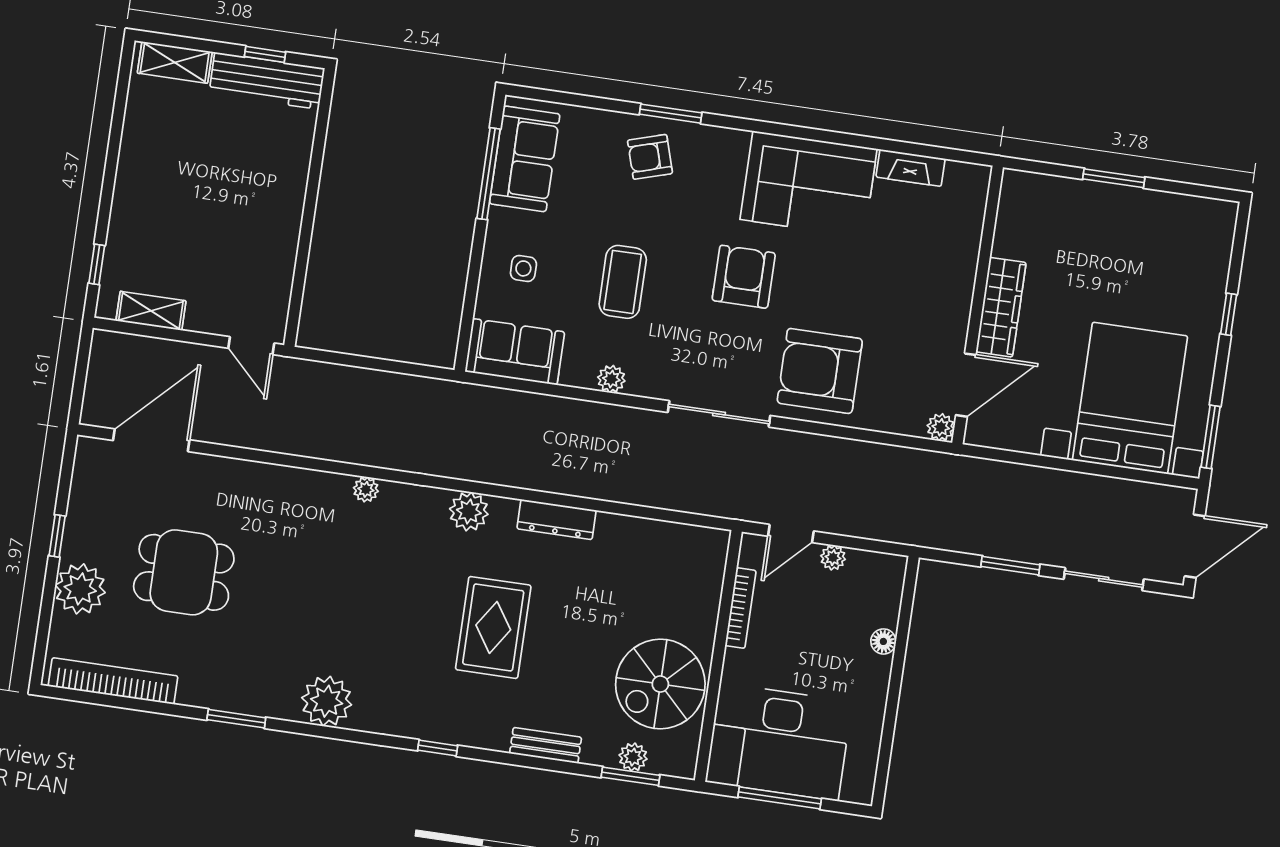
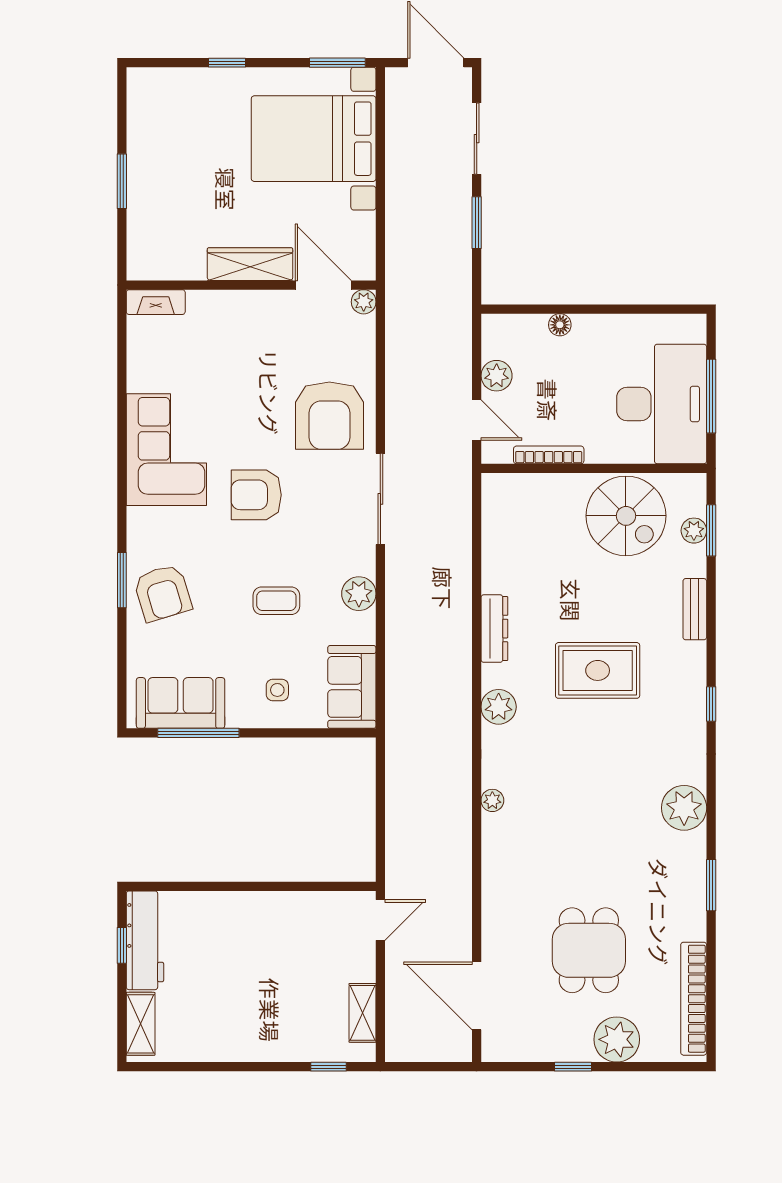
armchair: (650, 157) -> (163, 593), width x1.38, depth x1.38
fireplace: (911, 168) -> (156, 302), moved, turned 90
coffee table: (623, 282) -> (276, 601), width x0.73, depth x0.77
plant: (611, 379) -> (359, 594), width x1.38, depth x1.38
plant: (833, 558) -> (497, 376), width x1.38, depth x1.38

